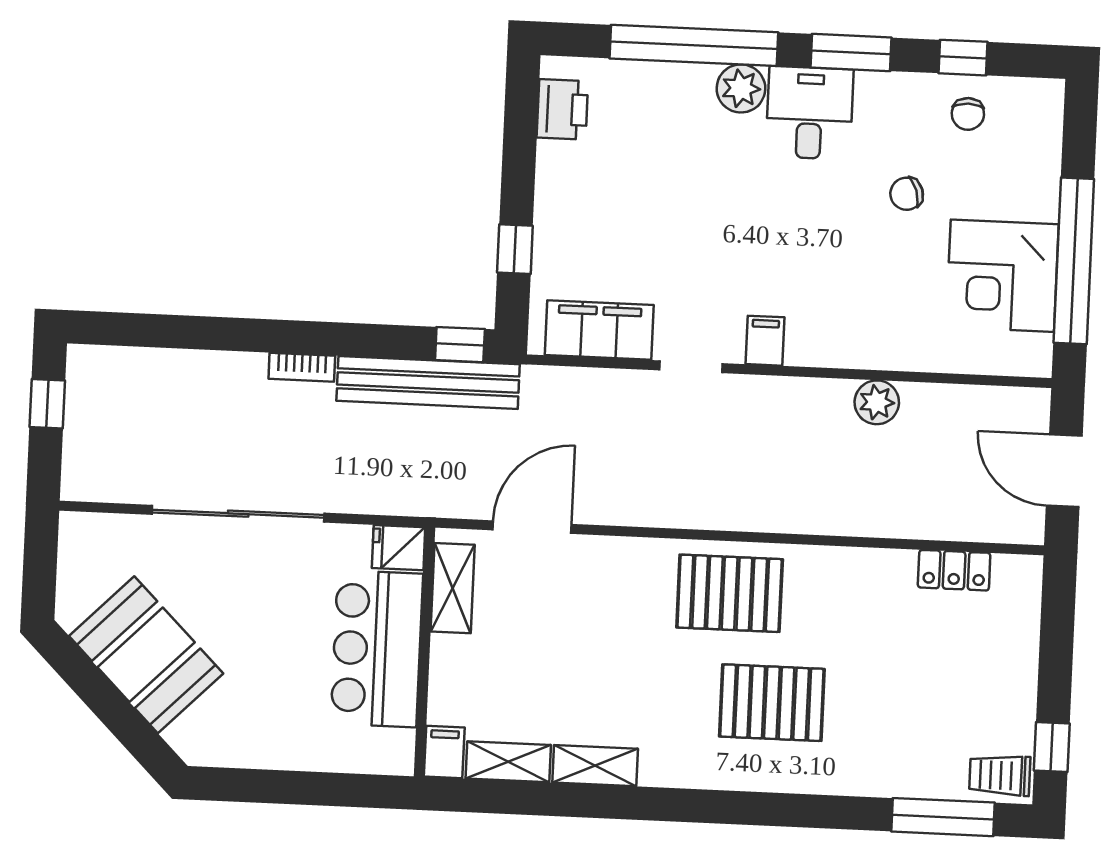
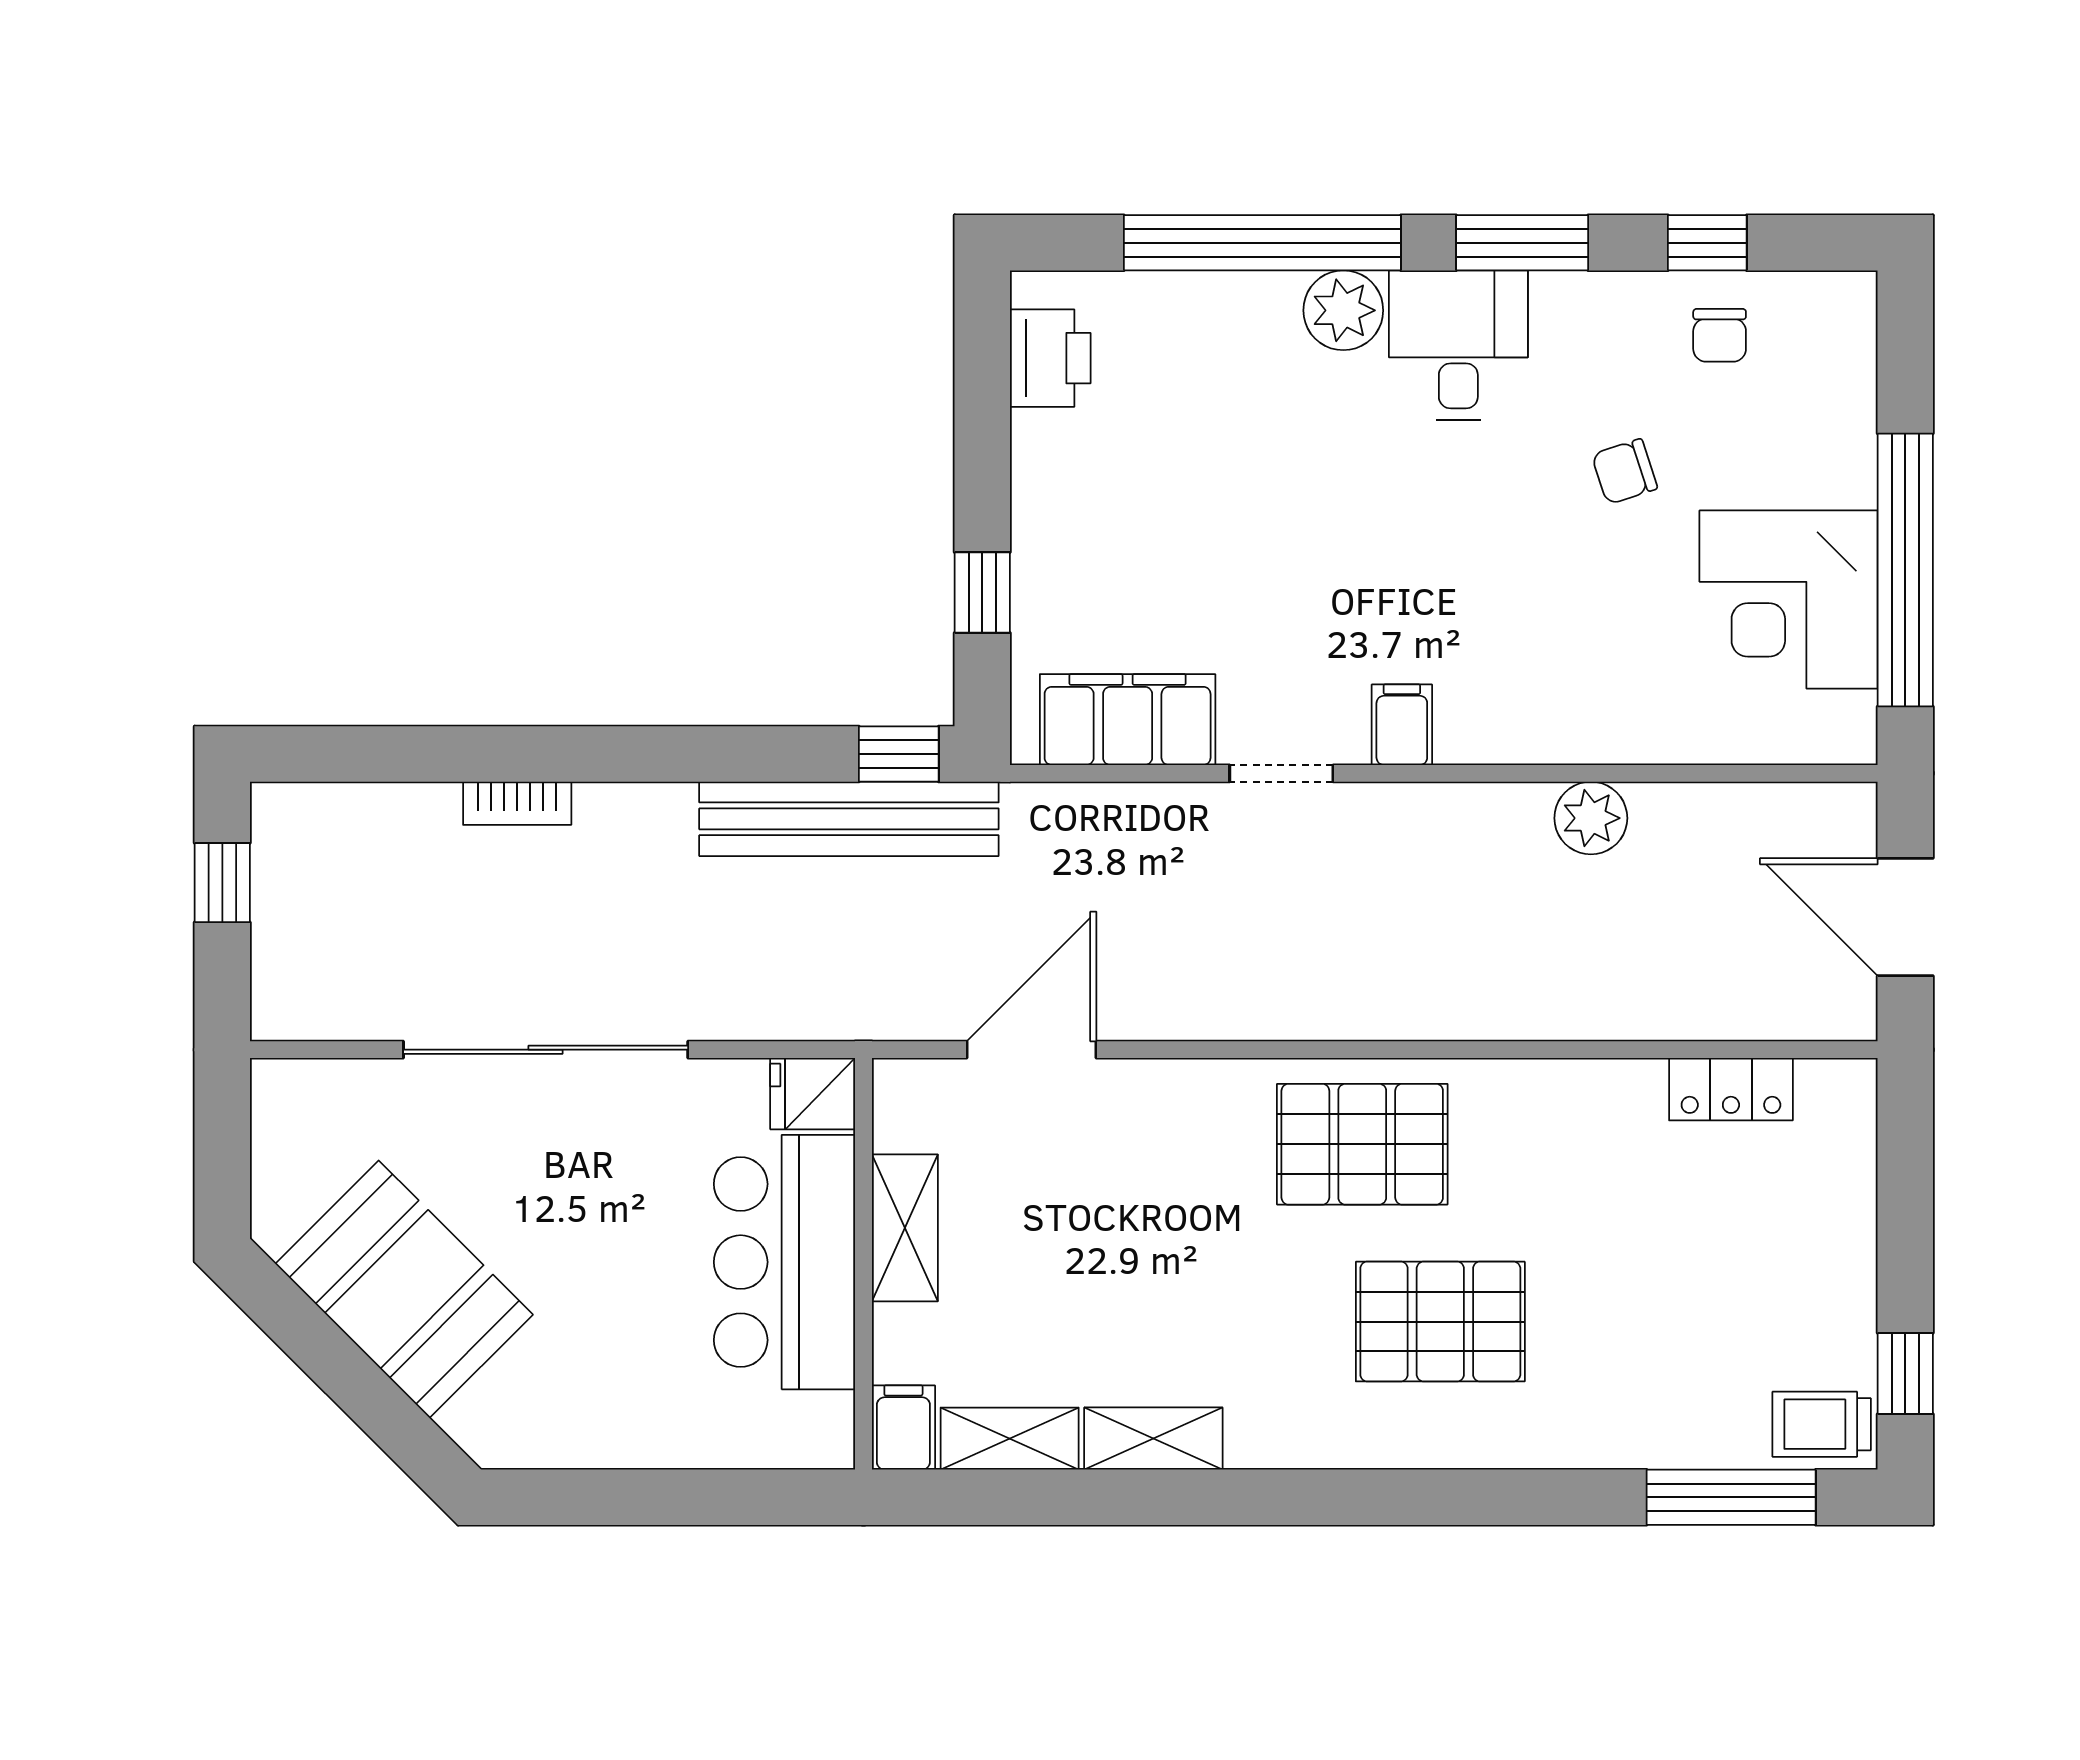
bookcase: (302, 367) -> (517, 803), moved
shelving: (453, 588) -> (905, 1228), moved

